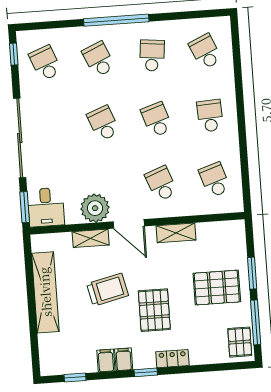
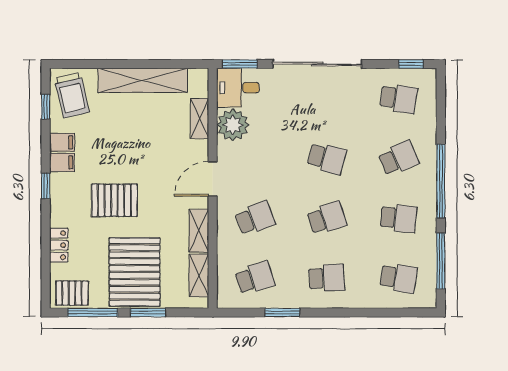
window: (187, 15) -> (441, 261), added
school desk: (205, 52) -> (399, 278), turned 33
school desk: (45, 63) -> (399, 99), turned 30
school desk: (103, 123) -> (327, 158), turned 36
window: (244, 153) -> (282, 312), added
plant: (95, 208) -> (233, 125), moved
shelving: (216, 230) -> (199, 276), added
shelving: (91, 238) -> (200, 118), moved
pallet: (217, 288) -> (135, 272), width x1.37, depth x1.41
trolley: (108, 290) -> (72, 95), moved
locker: (172, 359) -> (59, 245), moved

